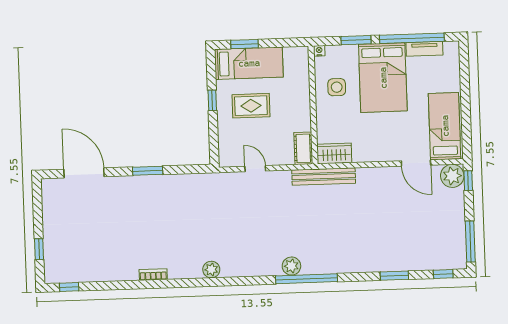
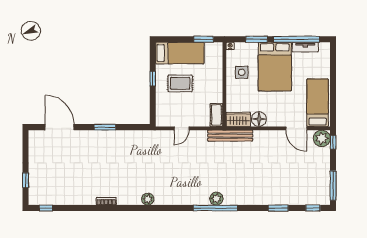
window: (244, 44) -> (204, 39), moved
floor lamp: (363, 152) -> (259, 119), added
door: (255, 169) -> (182, 128), swing flipped
plant: (291, 266) -> (216, 199), moved

